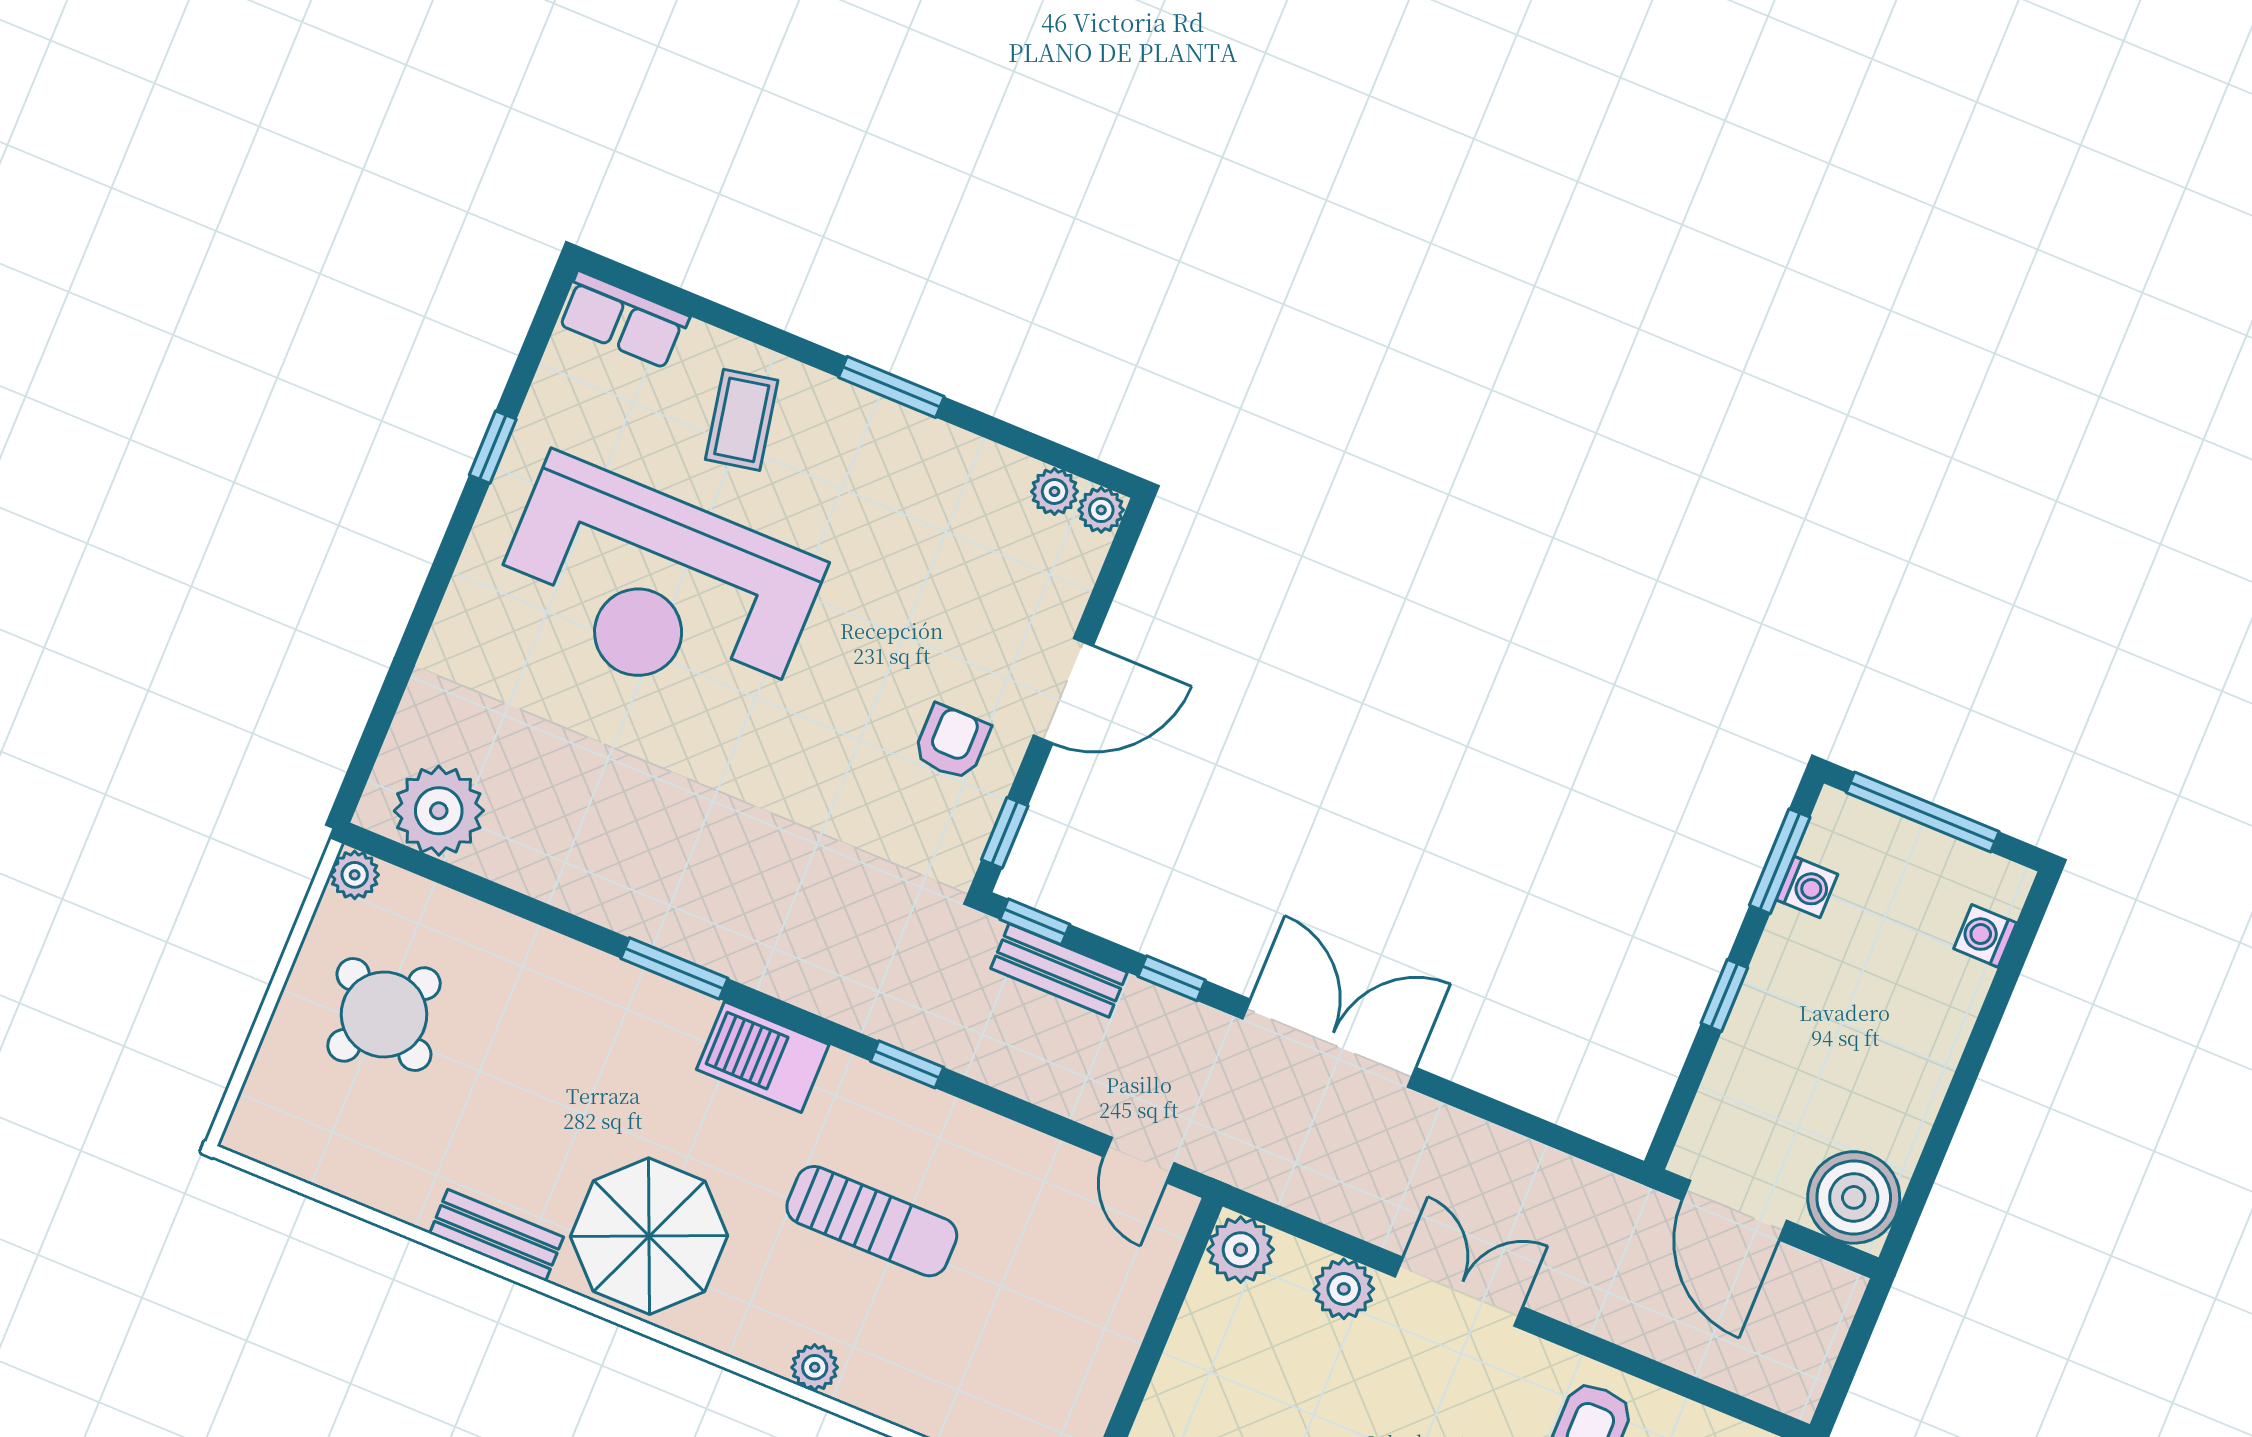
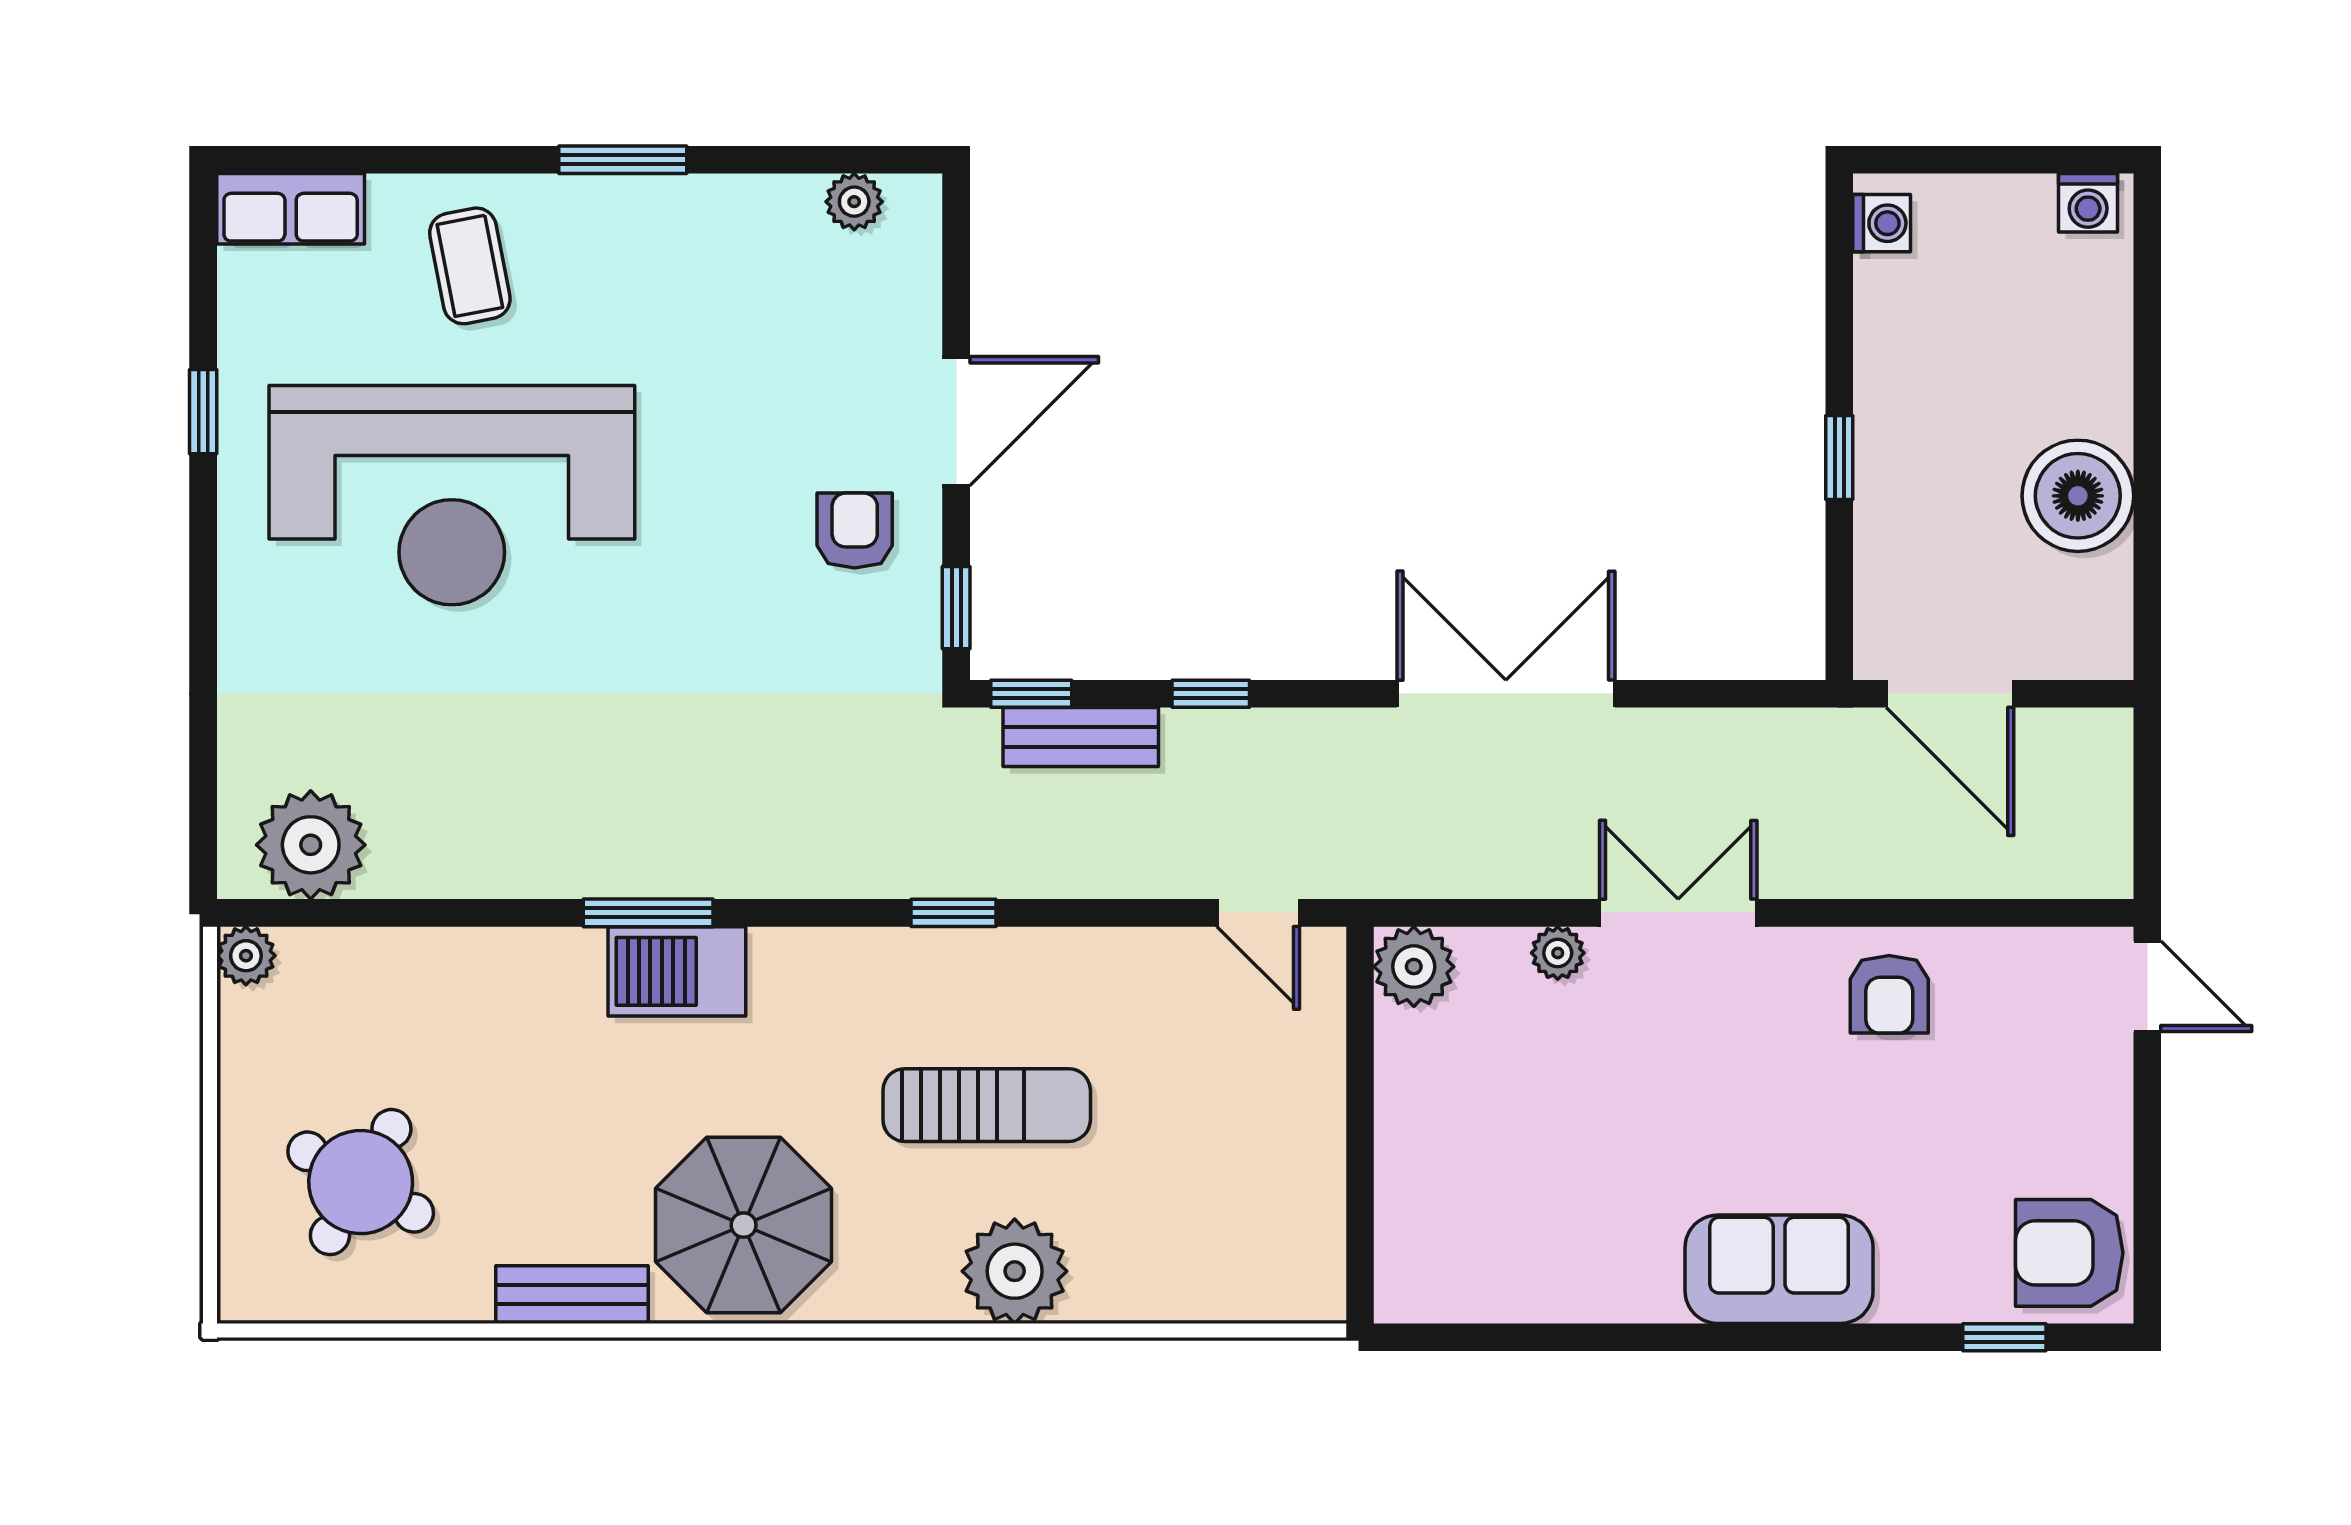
plant: (1101, 510) -> (915, 201), removed
window: (1923, 812) -> (1977, 160), removed
window: (1780, 861) -> (1839, 281), removed
washing machine: (1807, 887) -> (1882, 223), moved
washing machine: (1985, 936) -> (2088, 203), moved, turned -90
round table: (384, 1014) -> (361, 1182), moved
double door: (1329, 1043) -> (1506, 694), moved
barbecue: (763, 1057) -> (677, 971), moved
boiler: (1854, 1197) -> (2078, 496), moved
plant: (1344, 1289) -> (1558, 953), width x0.73, depth x0.73
plant: (815, 1367) -> (1015, 1271), width x1.88, depth x1.88

